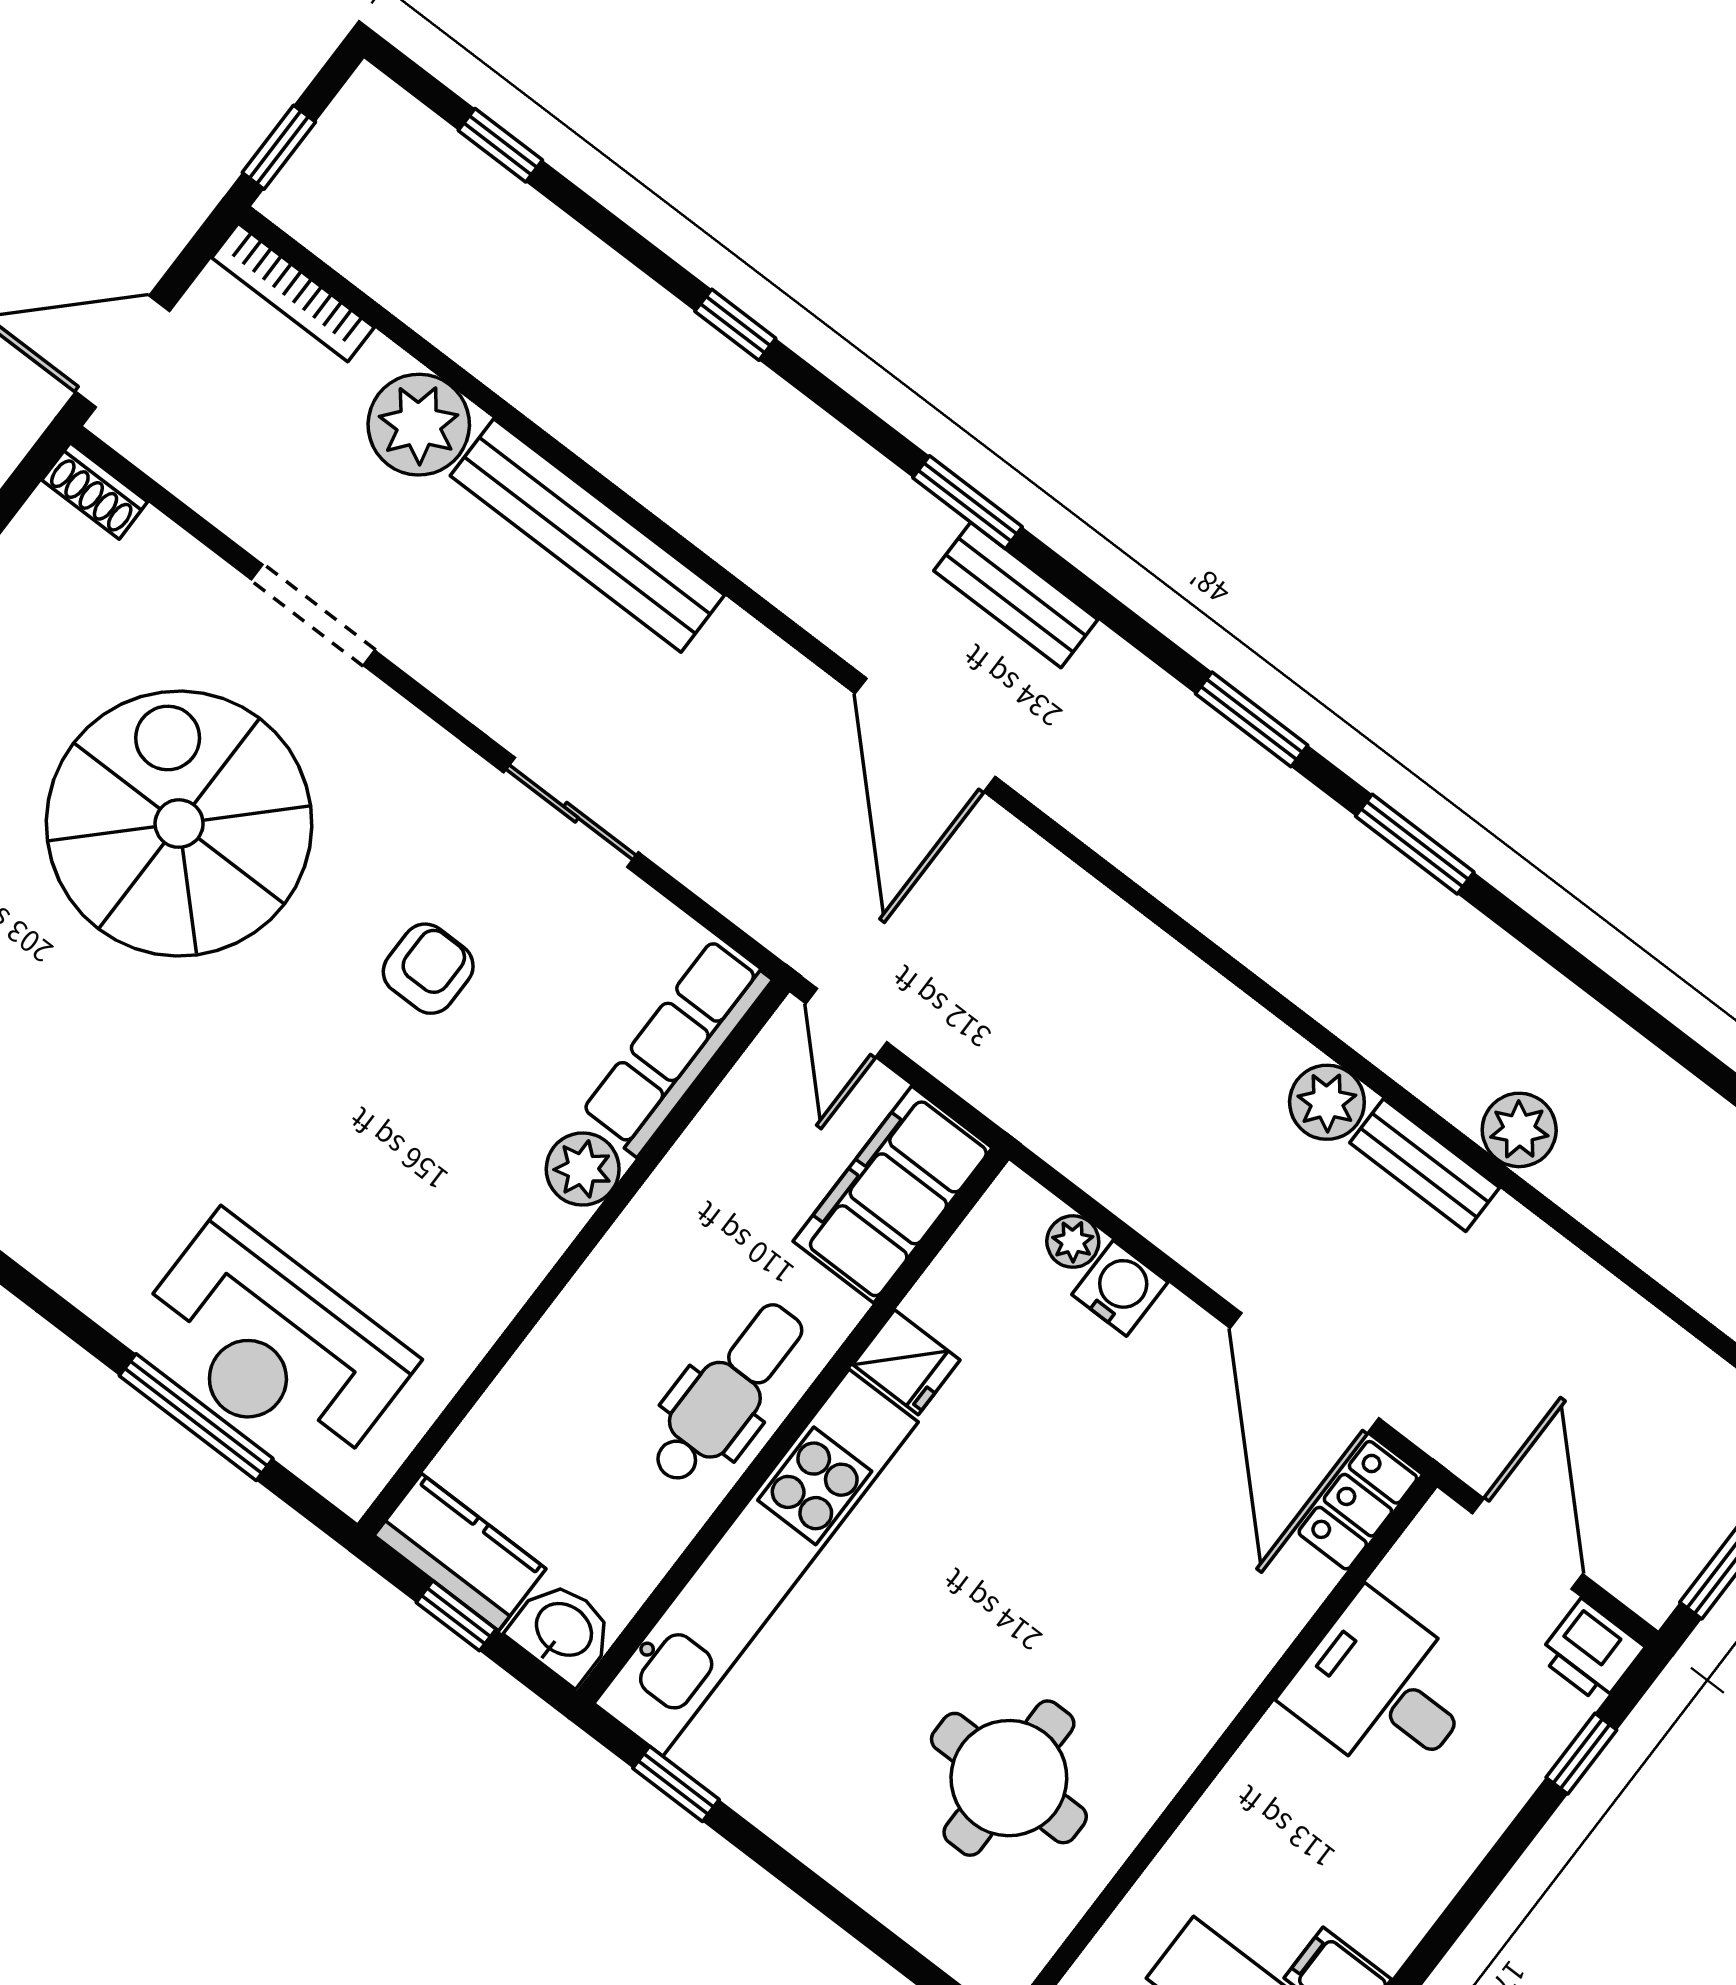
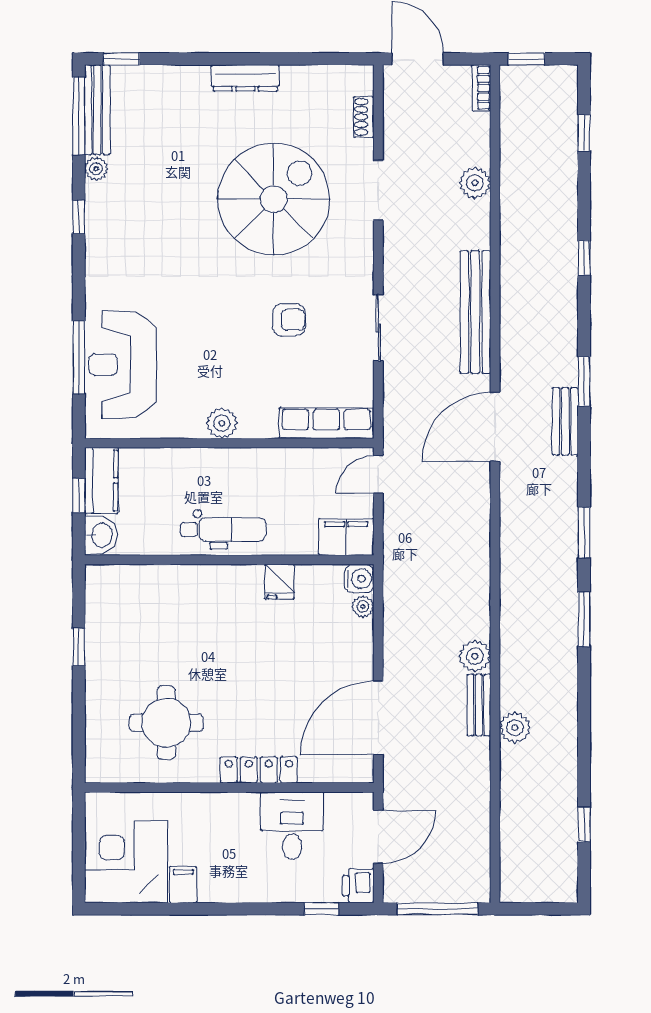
bookcase: (293, 292) -> (481, 88), width x0.64
plant: (419, 425) -> (475, 183), width x0.73, depth x0.73
shoe rack: (95, 491) -> (364, 117), moved
bench: (587, 535) -> (475, 312), moved
plant: (583, 1169) -> (222, 423), moved
filing cabinet: (893, 1195) -> (346, 537), width x0.67, depth x0.86
water cooler: (1120, 1288) -> (359, 579), moved
locker: (1358, 1505) -> (259, 770), moved, width x1.53
kitchen unit: (756, 1563) -> (174, 583), removed
window: (676, 1784) -> (79, 647), moved

